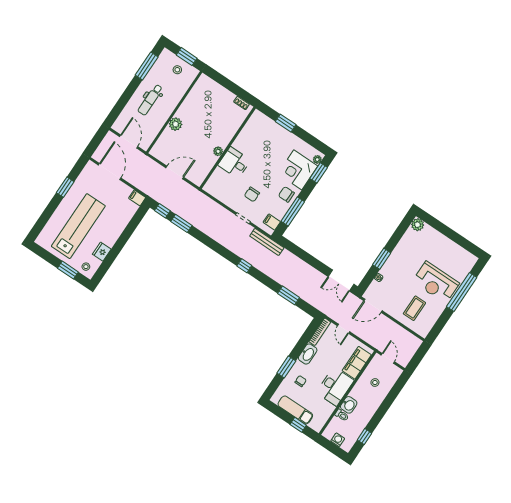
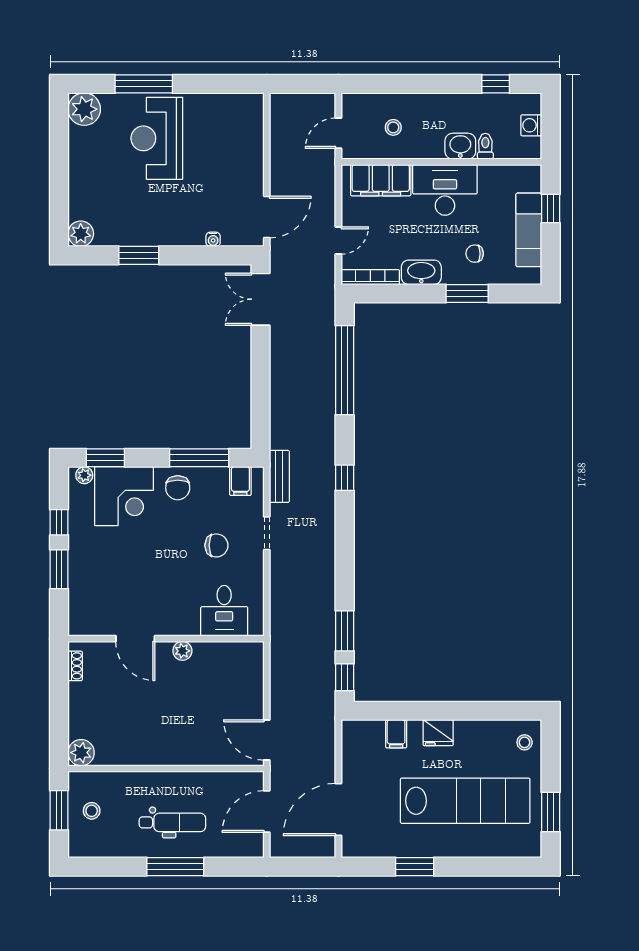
window: (147, 66) -> (175, 867), moved
plant: (176, 124) -> (81, 753), moved
door: (236, 135) -> (135, 639), added
window: (305, 136) -> (59, 522), added
desk: (234, 163) -> (224, 611), moved
door: (175, 173) -> (267, 740), moved
filing cabinet: (137, 198) -> (396, 734), moved
lab bench: (78, 226) -> (465, 801), turned 180
bench: (267, 242) -> (279, 476), width x0.73
fridge: (102, 252) -> (438, 733), moved
window: (382, 259) -> (139, 255), moved
plant: (468, 261) -> (84, 109), added
window: (68, 270) -> (551, 812), moved
double door: (341, 280) -> (260, 299), swing flipped
reception desk: (436, 282) -> (157, 138), turned 180
window: (462, 292) -> (144, 84), width x0.68
window: (289, 295) -> (345, 370), width x2.11
door: (373, 306) -> (267, 217), hinge flipped
coffee table: (414, 308) -> (224, 145), removed

